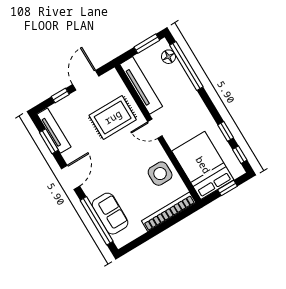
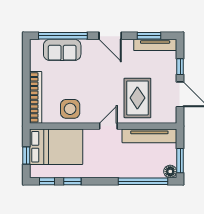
floor lamp: (168, 57) -> (170, 171), moved

